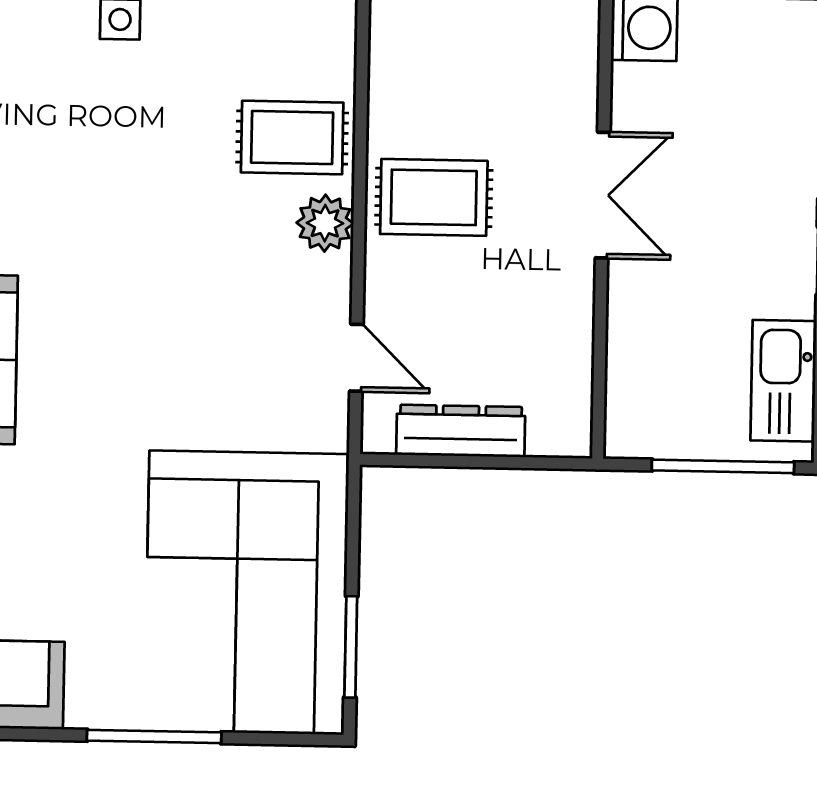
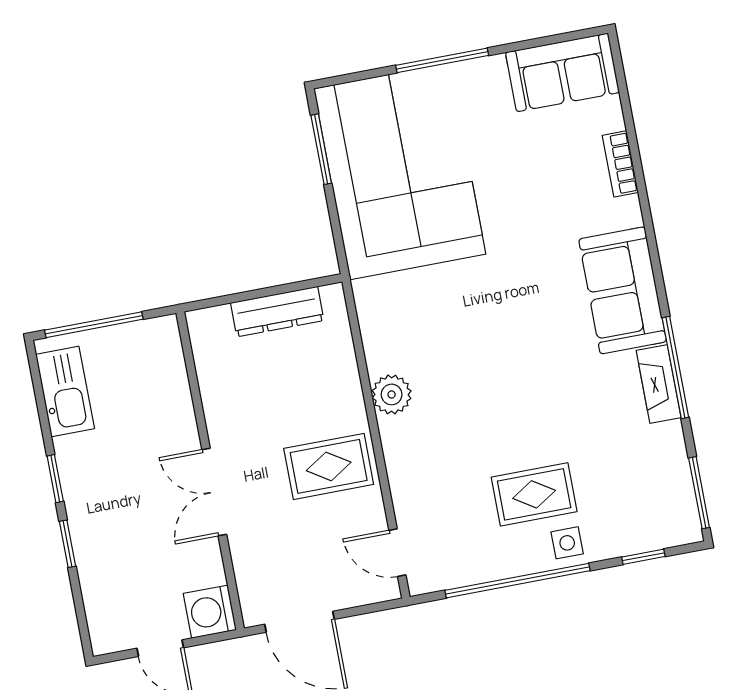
rug: (292, 138) -> (534, 494), moved
plant: (325, 223) -> (392, 394), moved
door: (356, 358) -> (397, 553), moved

